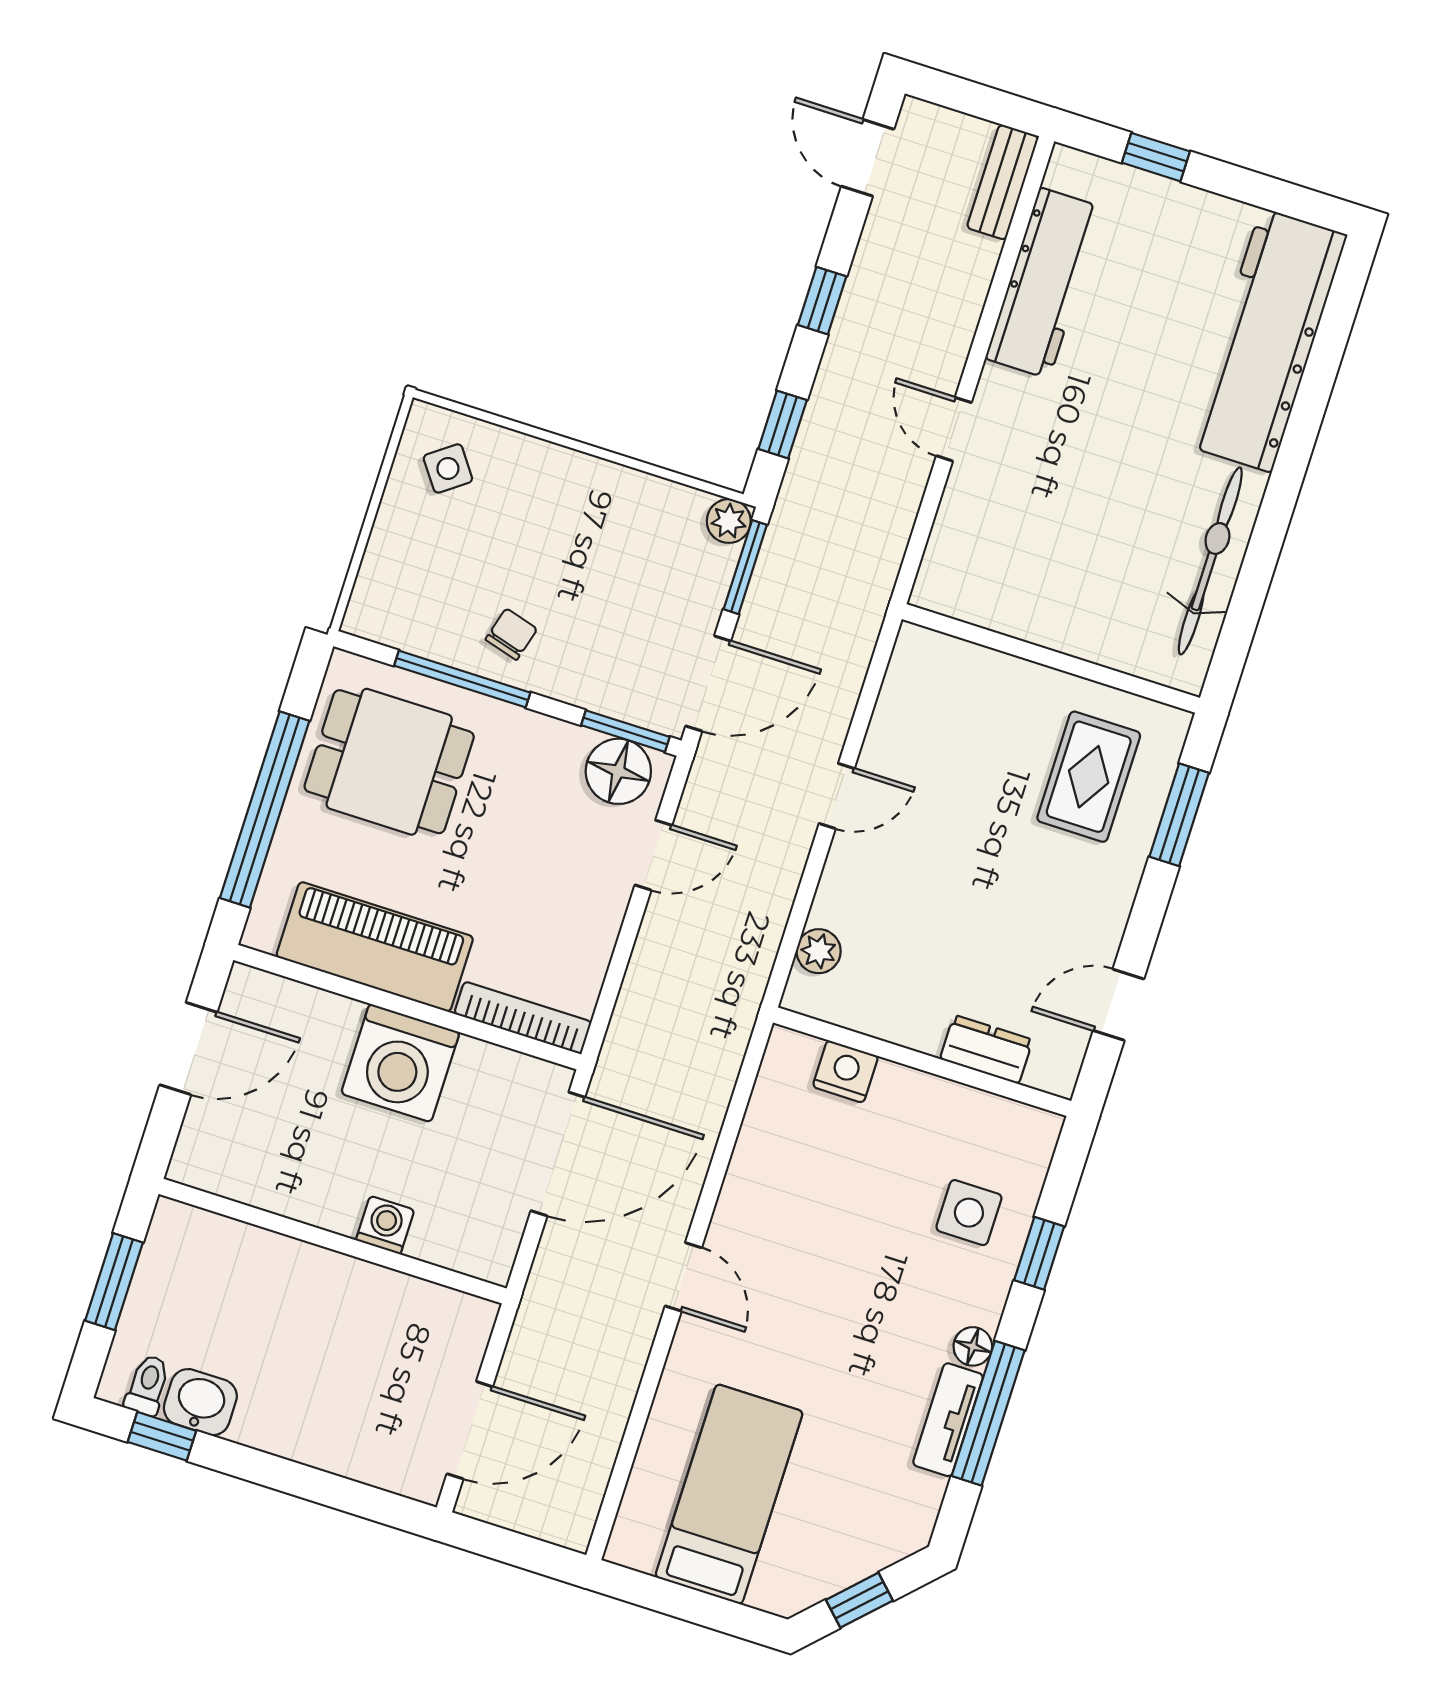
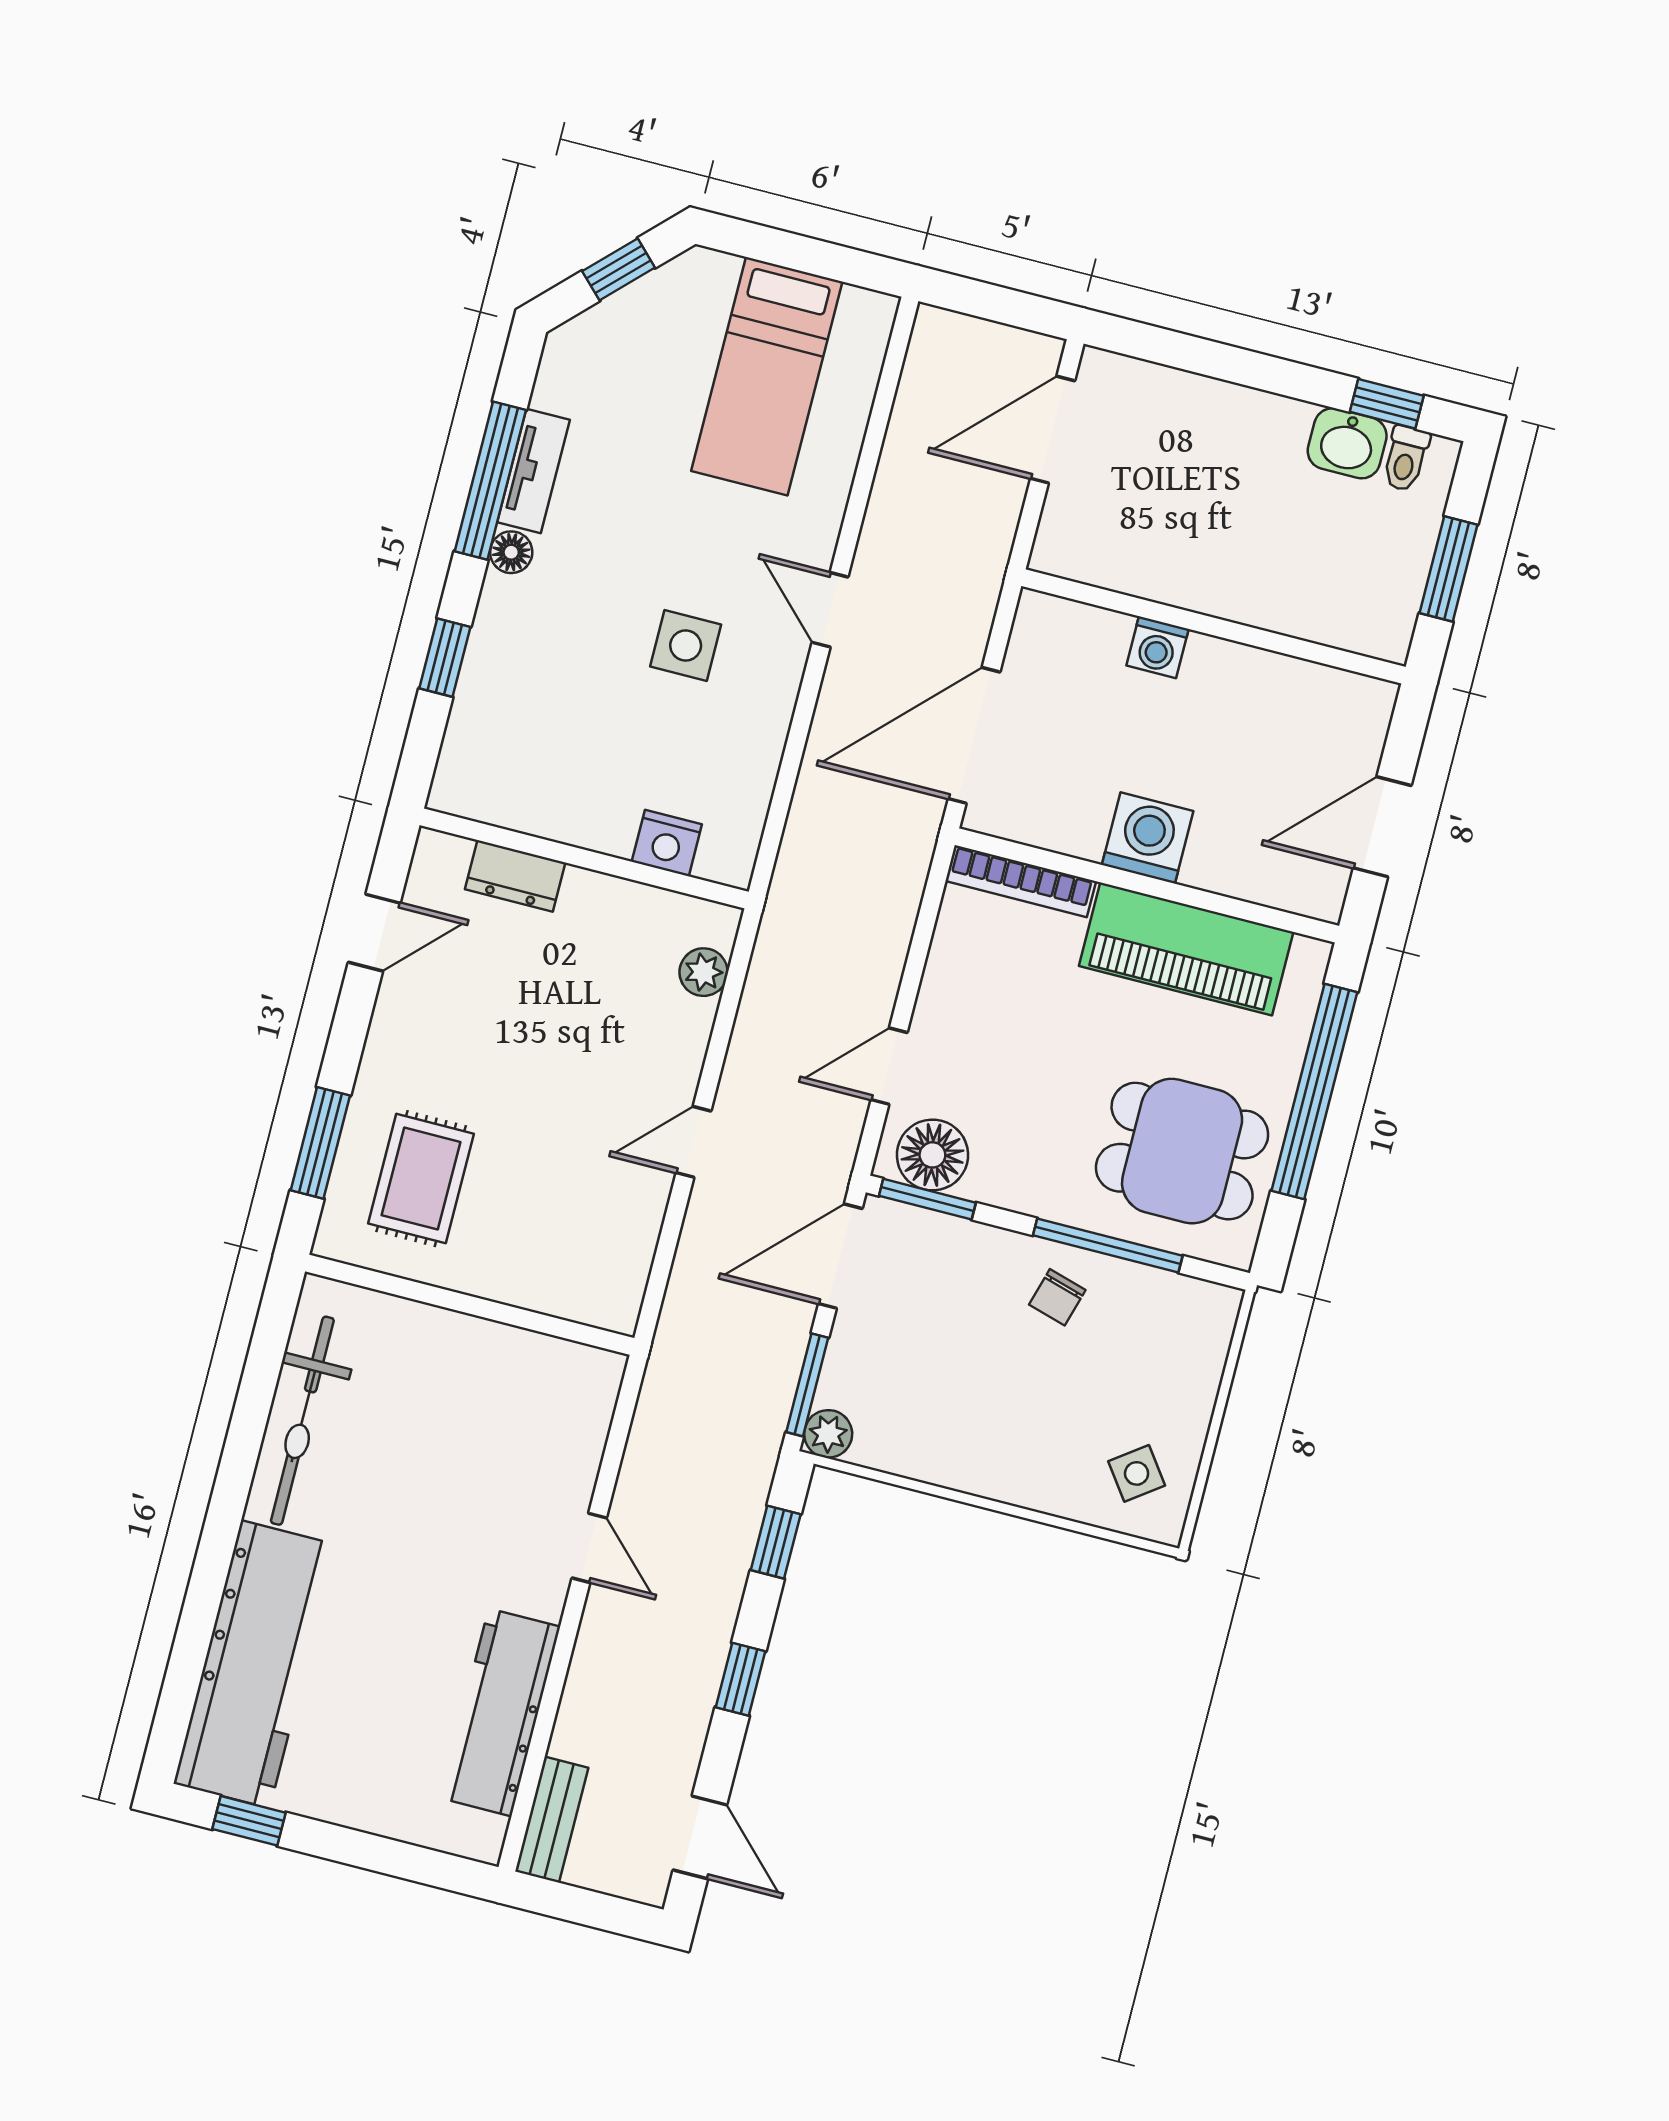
window: (1156, 157) -> (249, 1821), moved
washing machine: (400, 1063) -> (1148, 838), width x0.73, depth x0.73
side table: (969, 1213) -> (686, 645), moved

